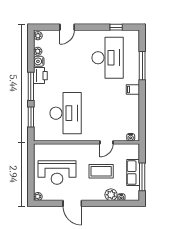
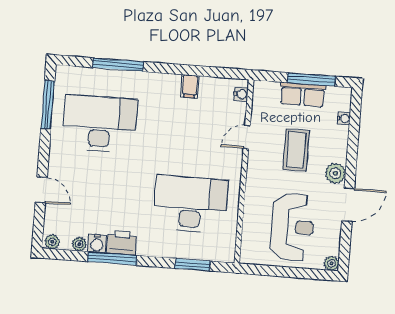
window: (116, 27) -> (48, 105), width x2.17
window: (31, 86) -> (112, 259), moved
filing cabinet: (133, 90) -> (190, 86), moved
door: (107, 142) -> (247, 137), swing flipped
plant: (111, 195) -> (335, 173), moved

